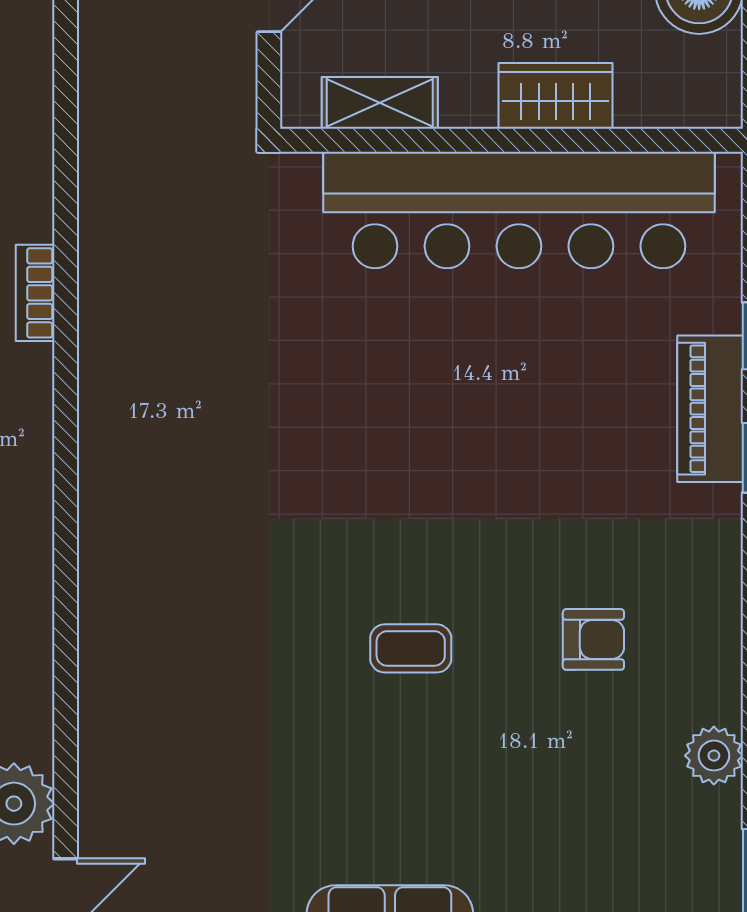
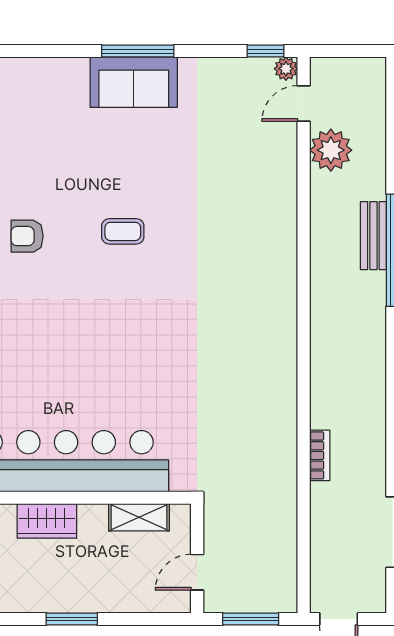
bookcase: (35, 293) -> (320, 455), moved

